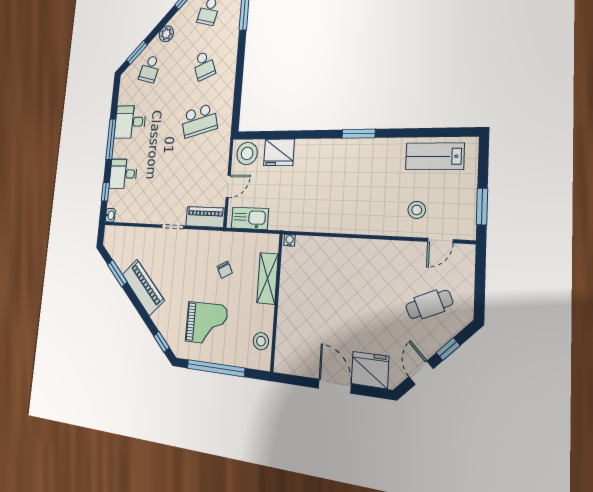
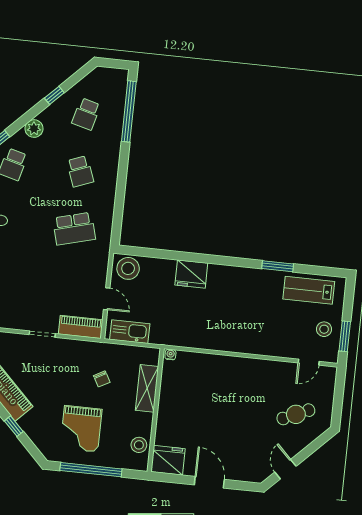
window: (359, 134) -> (278, 266), moved
fridge: (279, 152) -> (191, 274), moved
door: (228, 186) -> (107, 299), hinge flipped
stool: (417, 210) -> (324, 329), moved
grand piano: (206, 323) -> (81, 429), turned 90
window: (161, 342) -> (14, 426), moved
window: (448, 349) -> (309, 450), removed
fridge: (370, 370) -> (168, 460), moved

